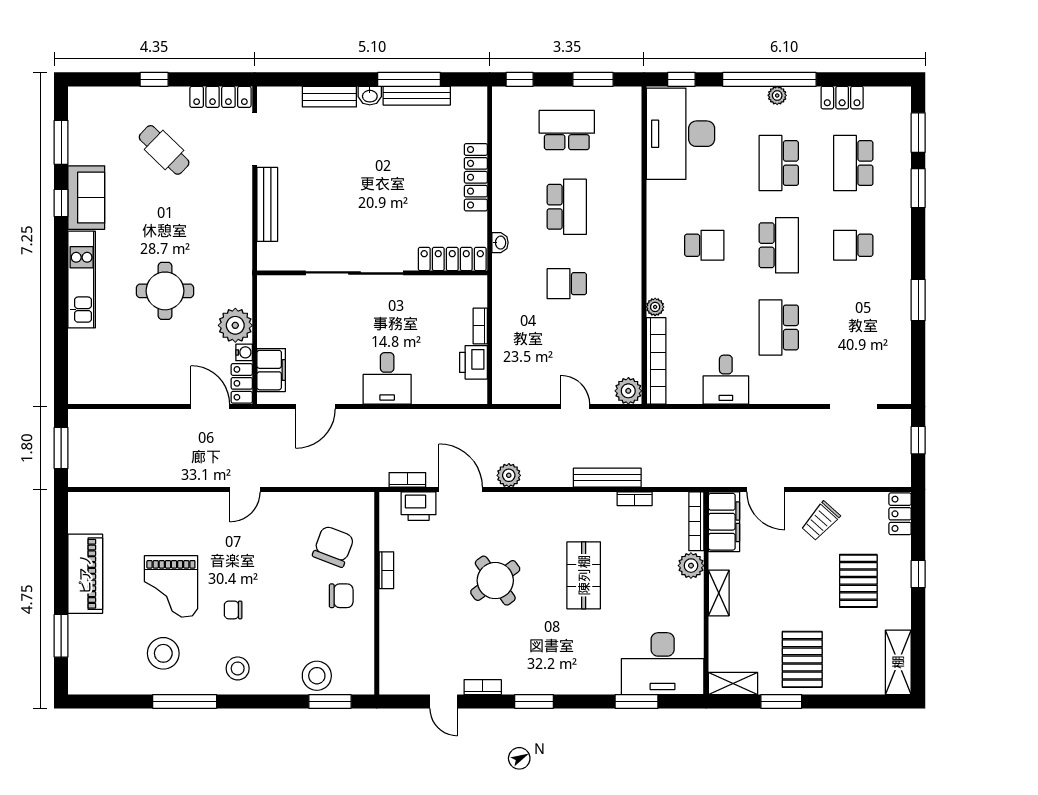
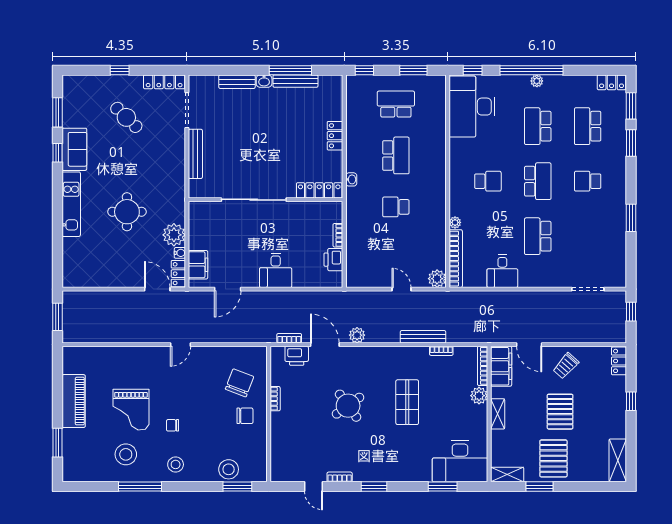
locker: (842, 98) -> (612, 82), moved
locker: (476, 177) -> (335, 136), width x0.66
pallet: (858, 581) -> (560, 412), moved

